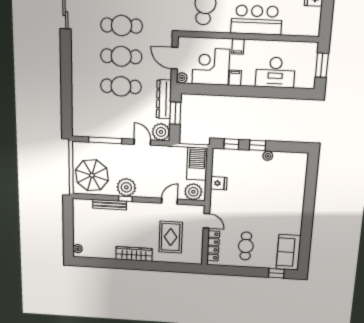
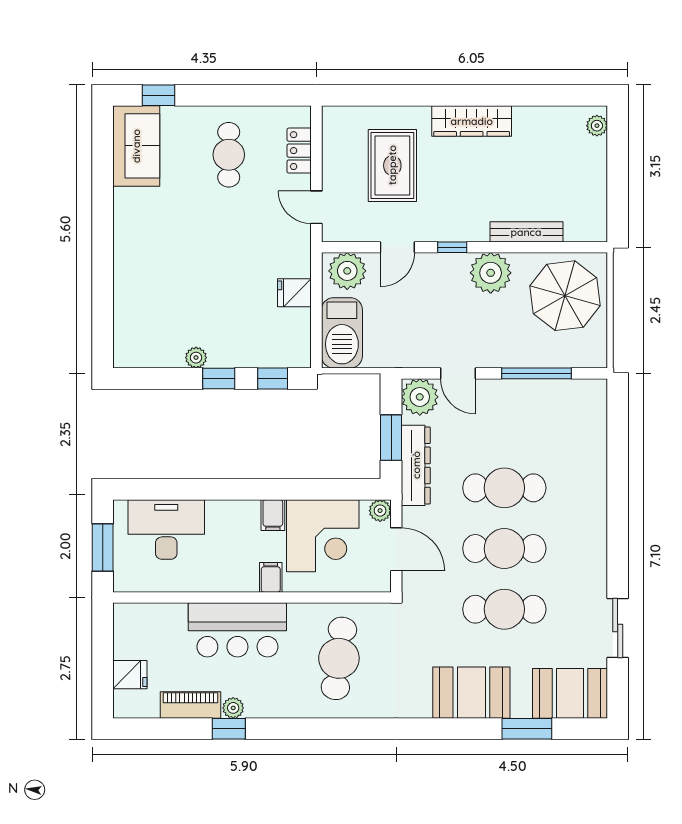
desk: (275, 72) -> (166, 530), moved
window: (125, 199) -> (452, 247), moved
locker: (213, 246) -> (299, 151), width x0.66

